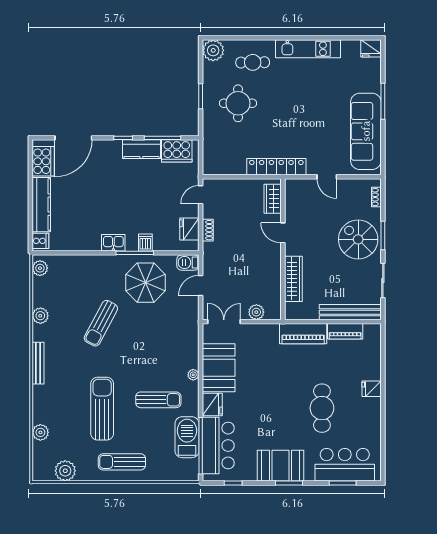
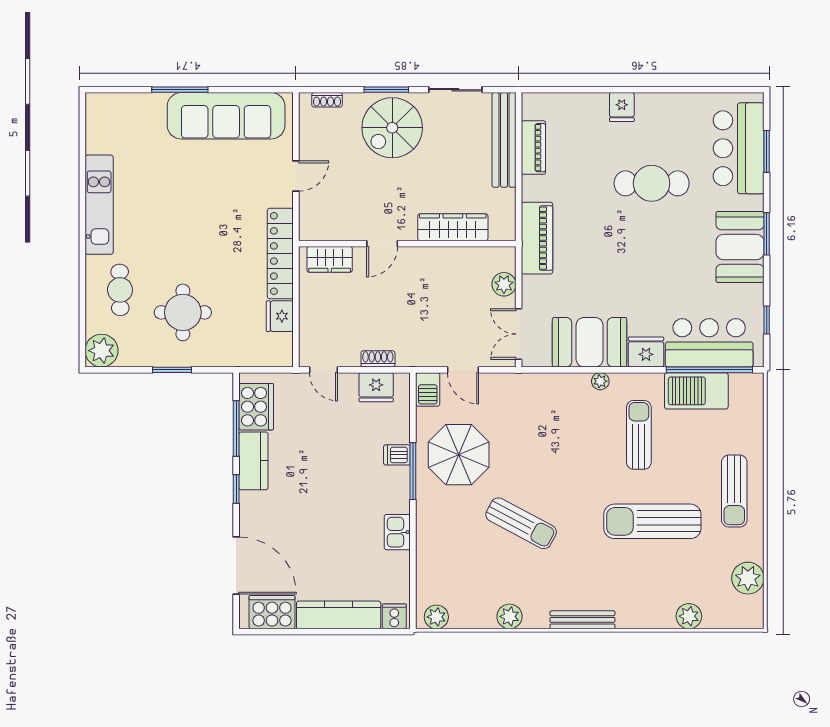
fridge: (371, 48) -> (280, 316), moved, turned 180
kitchen sink: (113, 243) -> (397, 532), moved
piano: (303, 334) -> (537, 238), moved

